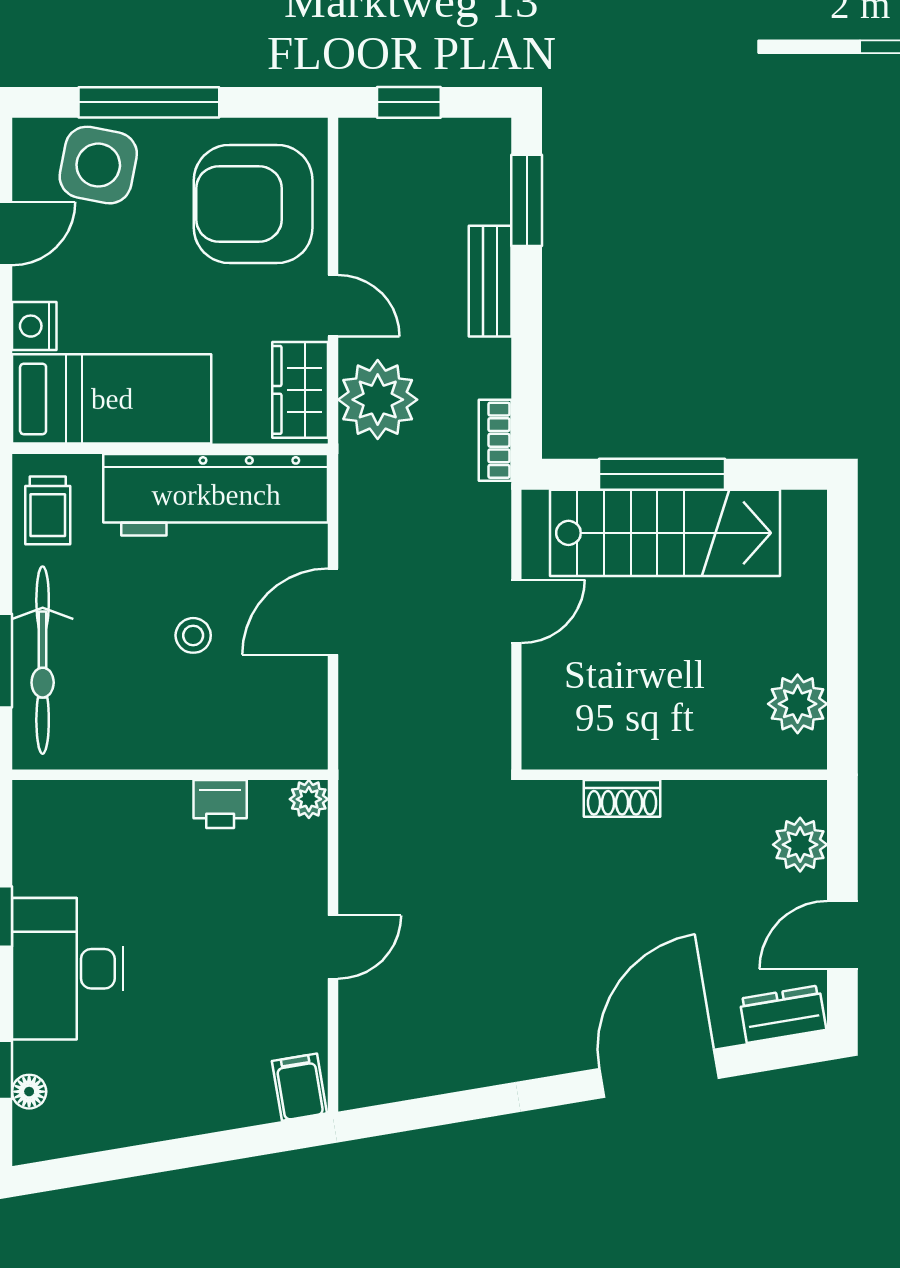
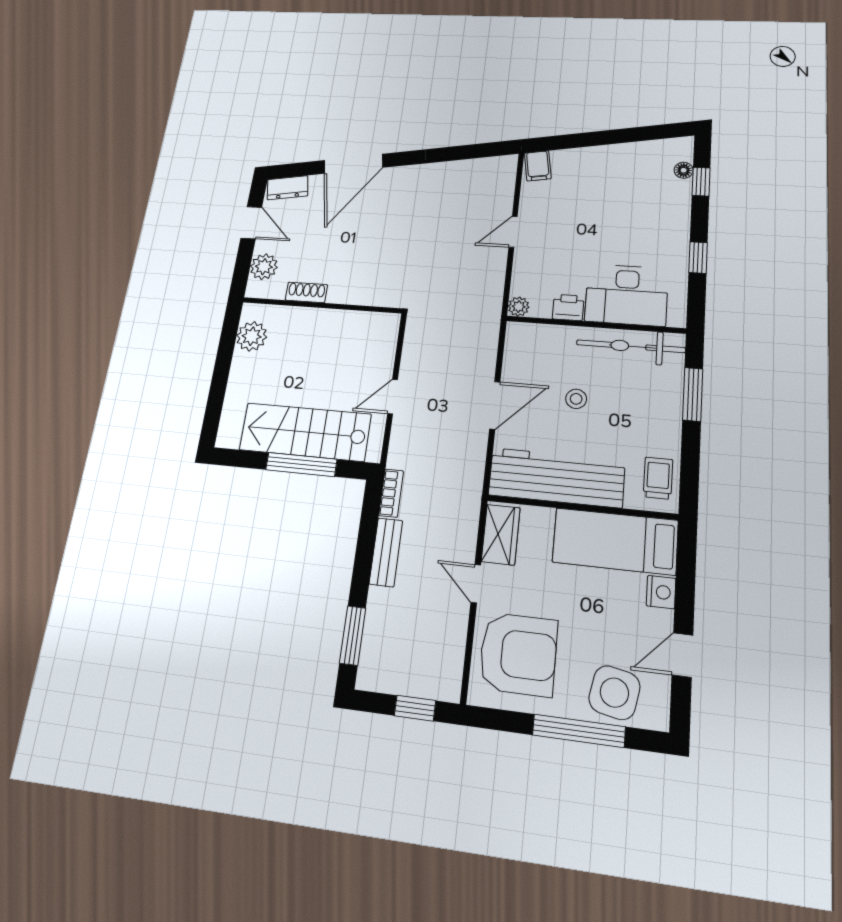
bench: (490, 281) -> (386, 552), moved
plant: (378, 400) -> (456, 524), removed
bicycle: (43, 660) -> (631, 346), moved, turned -90
shoe rack: (622, 798) -> (306, 292), moved
door: (842, 935) -> (251, 223), hinge flipped
desk: (68, 969) -> (627, 295), moved, turned 90

